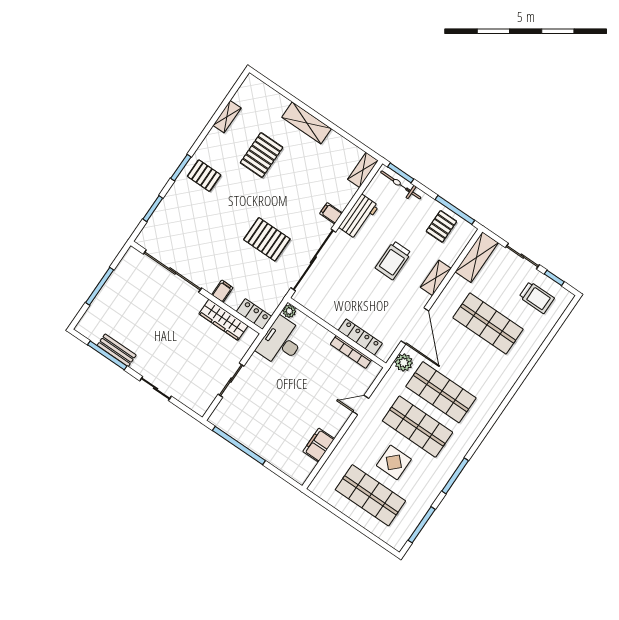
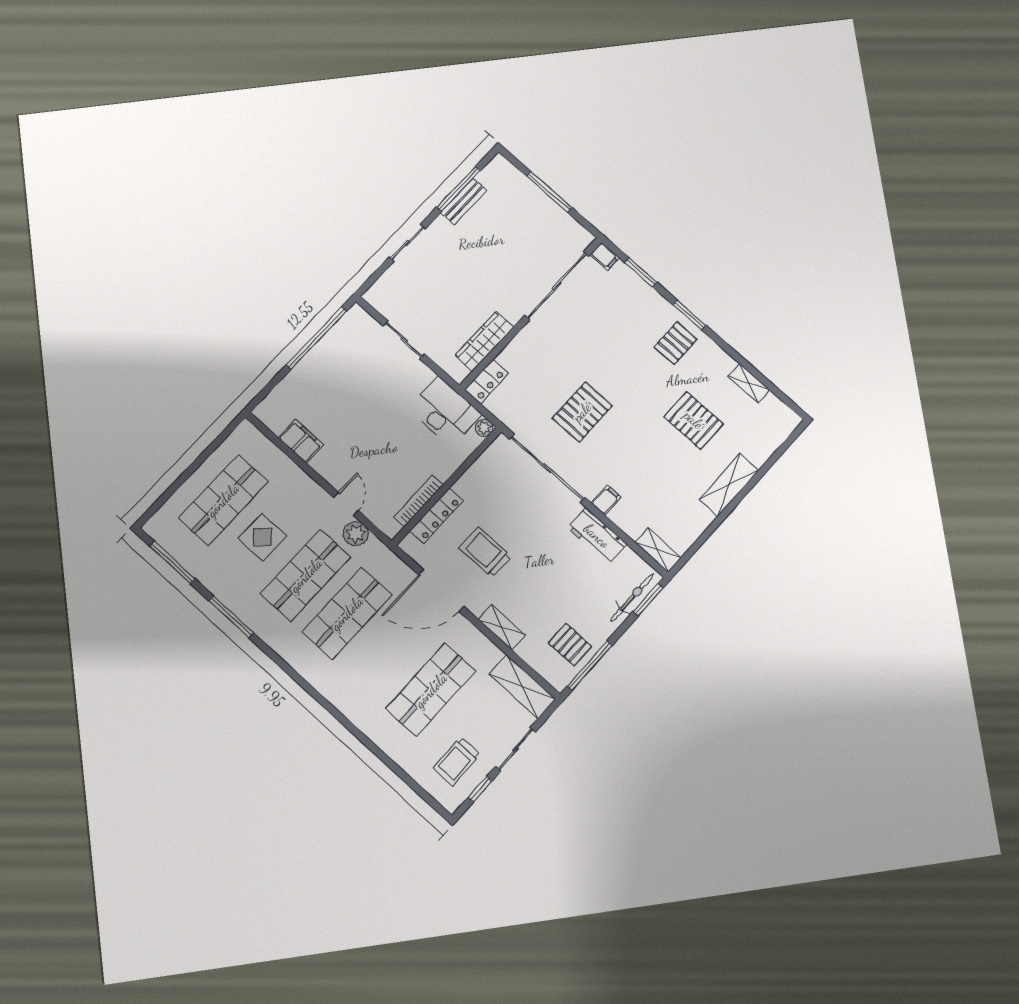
trolley: (393, 260) -> (485, 552), moved
filing cabinet: (222, 291) -> (605, 256), moved
plant: (404, 363) -> (356, 534), moved

